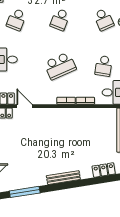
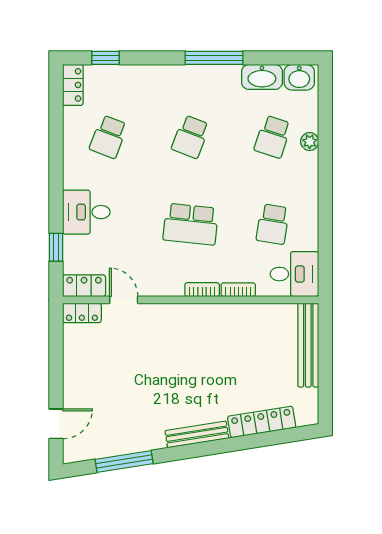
school desk: (104, 20) -> (273, 137), turned 42
school desk: (60, 66) -> (191, 224), turned 30
locker: (104, 170) -> (262, 422), width x1.53

